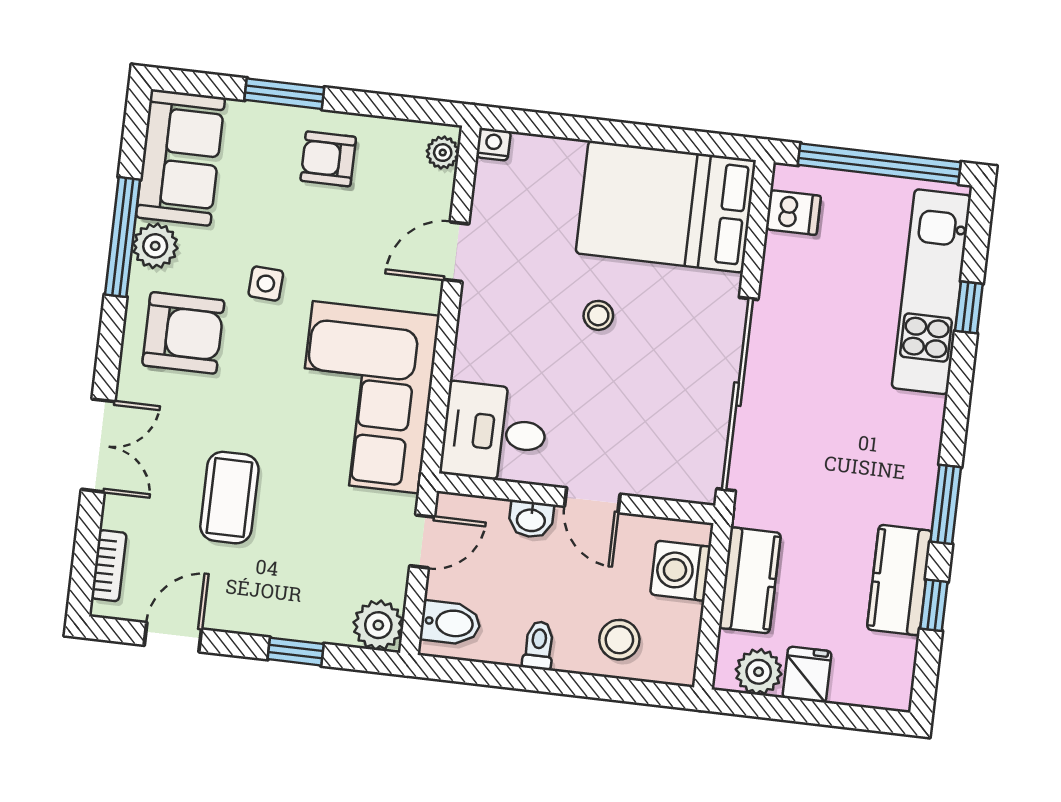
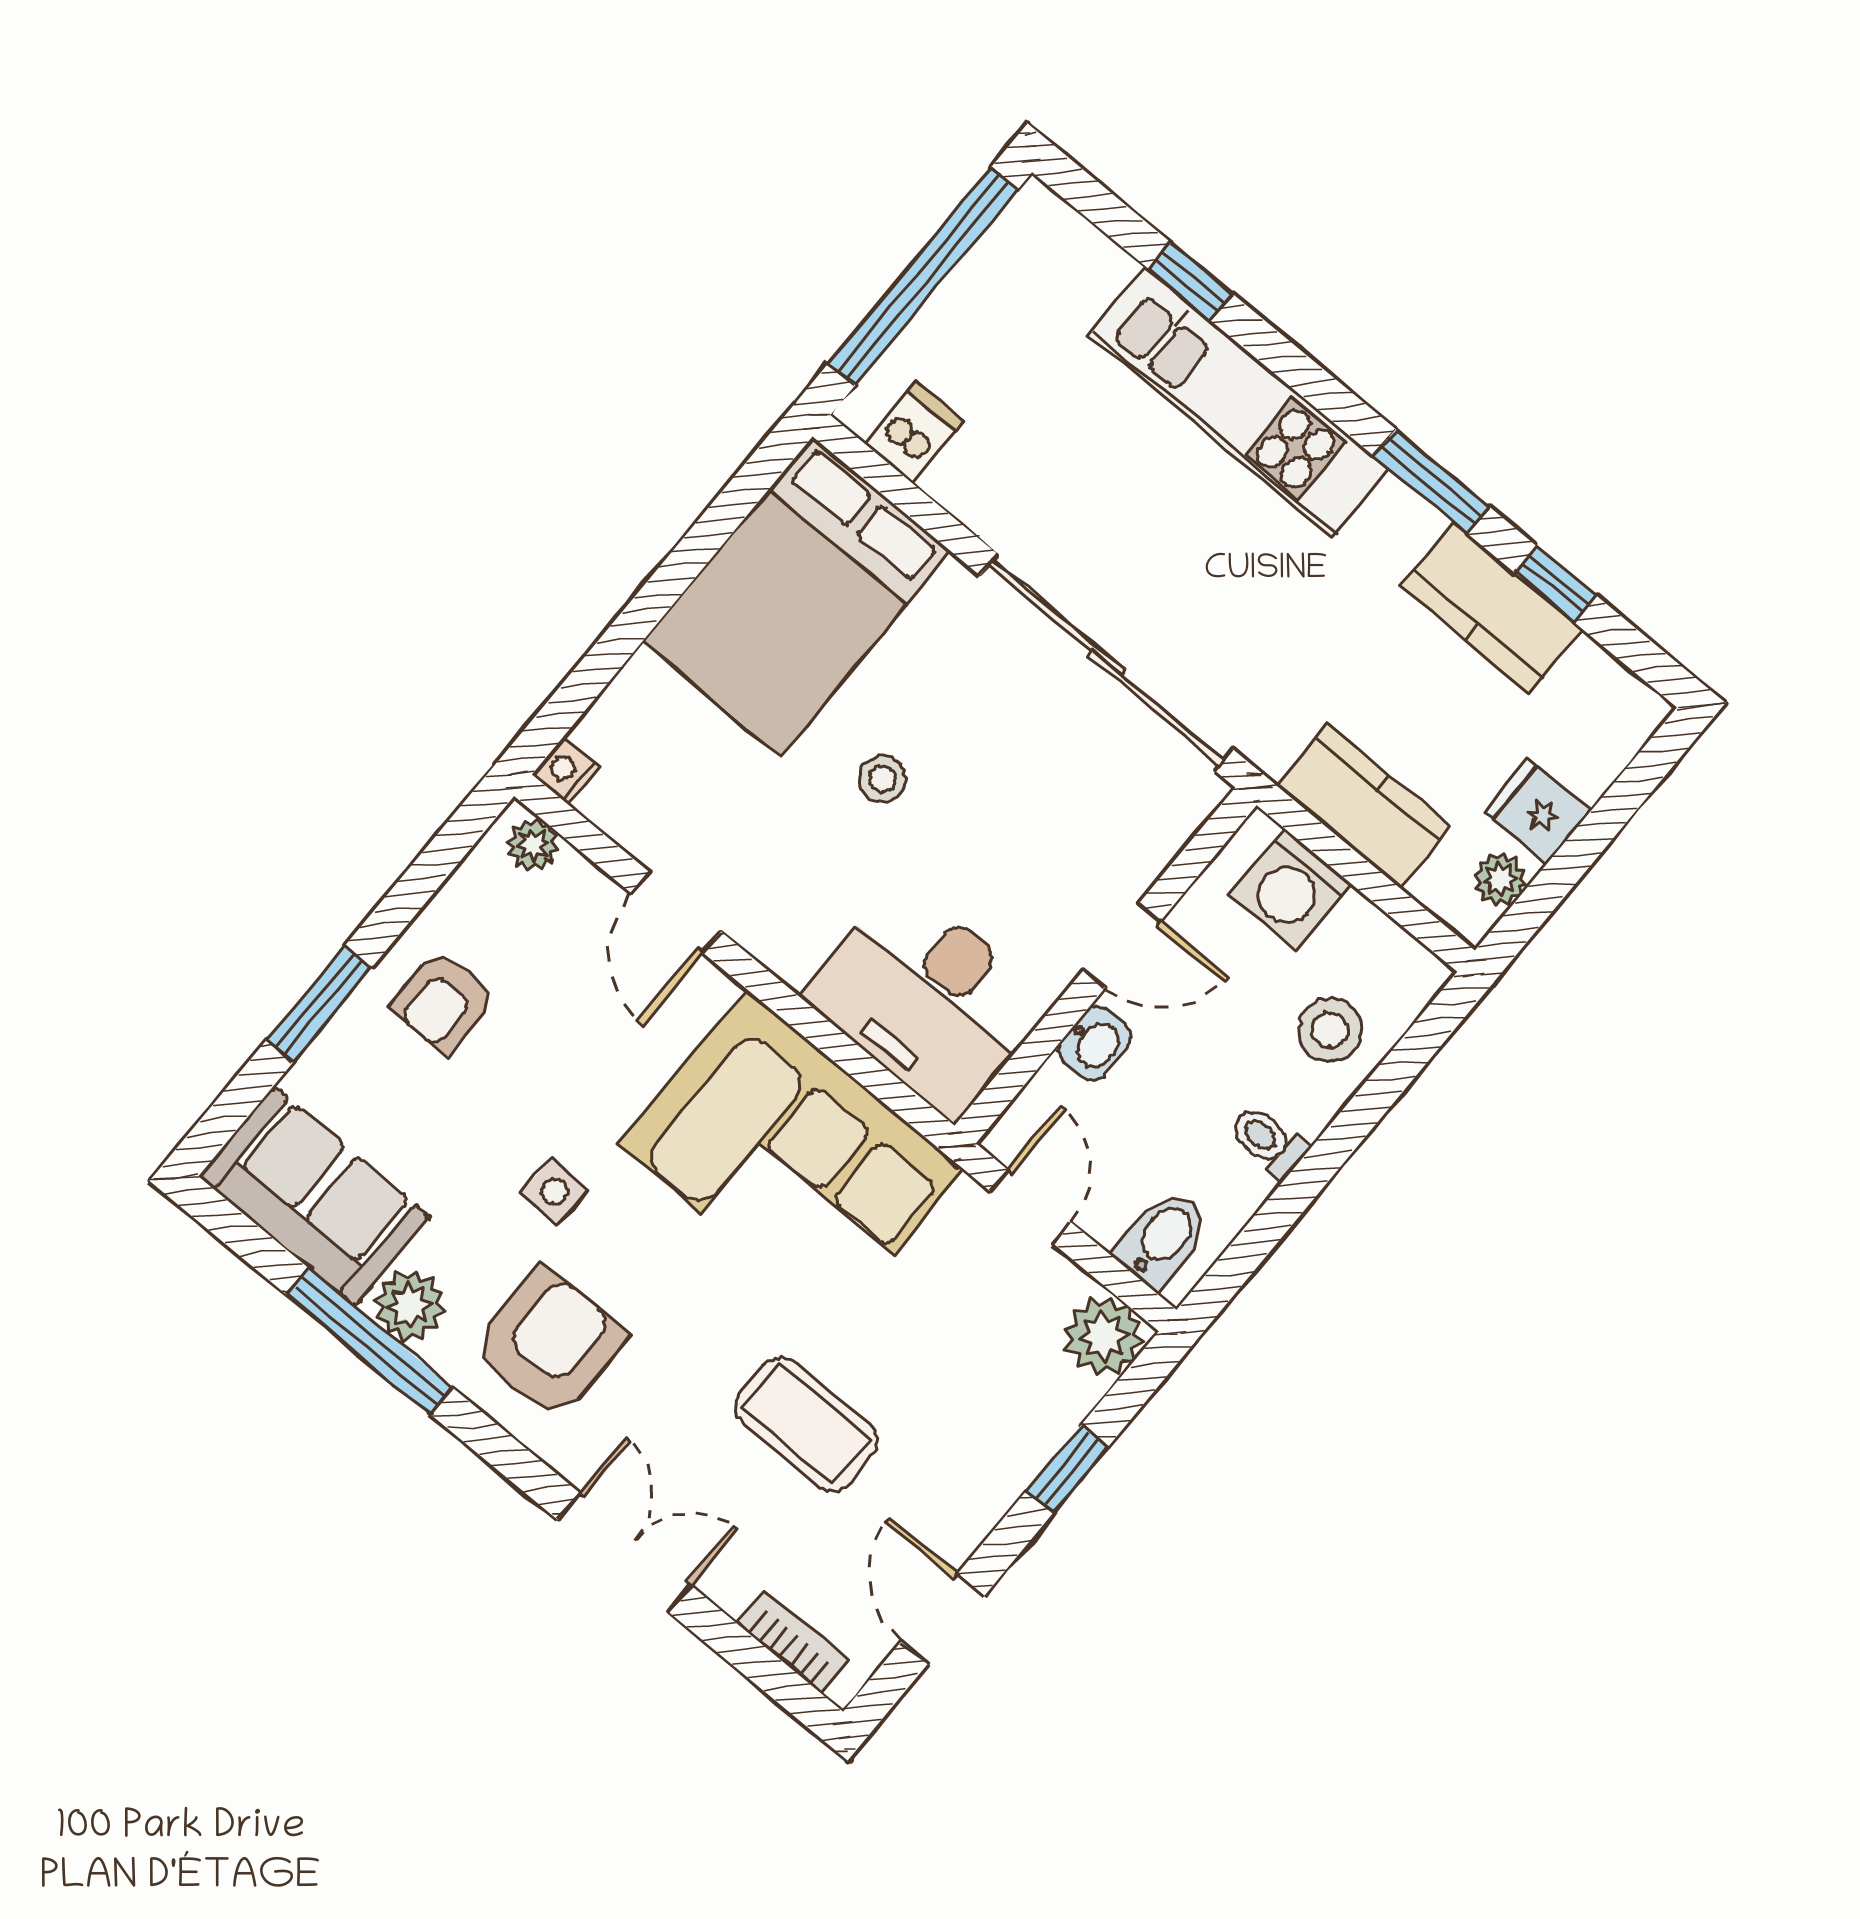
kitchen unit: (931, 292) -> (1240, 402), moved
desk: (494, 432) -> (927, 999), width x1.37
plant: (759, 672) -> (1500, 879), width x0.73, depth x0.73

